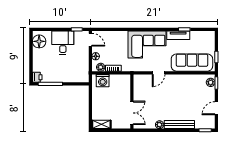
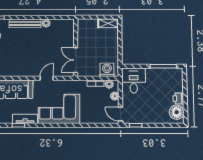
desk: (63, 43) -> (134, 80), moved, turned 180
printer: (37, 77) -> (178, 98), moved
double door: (132, 113) -> (76, 60), moved

